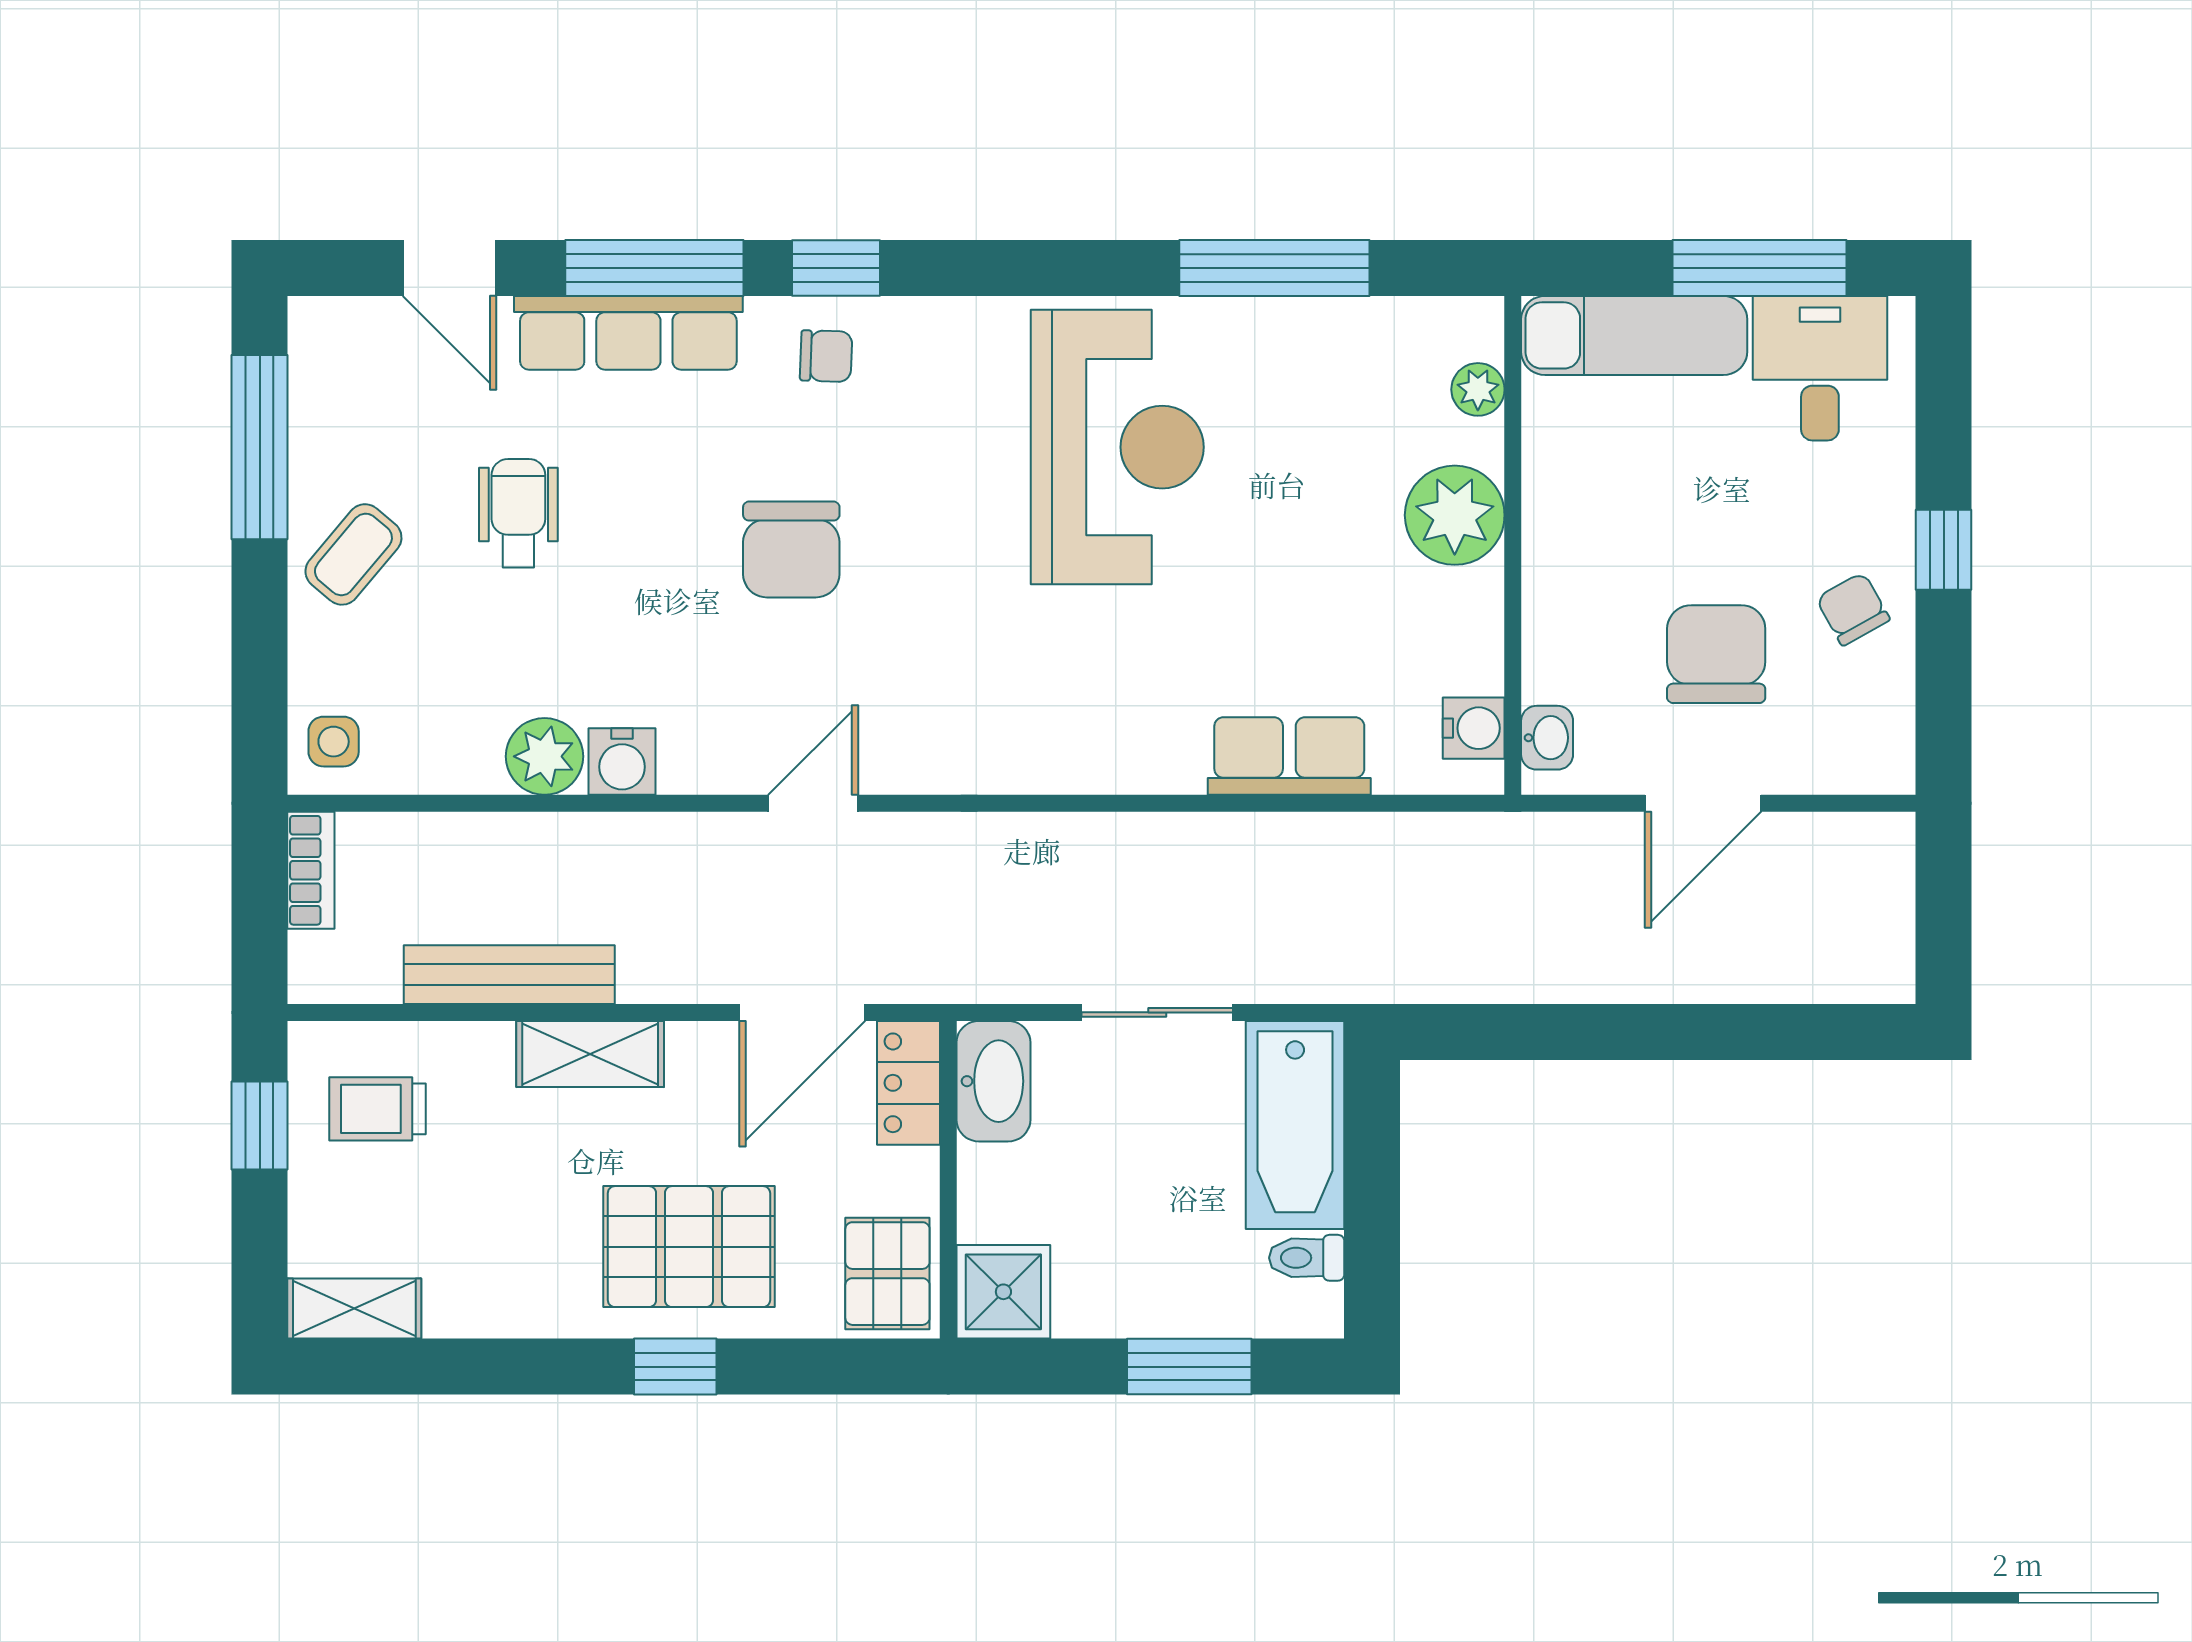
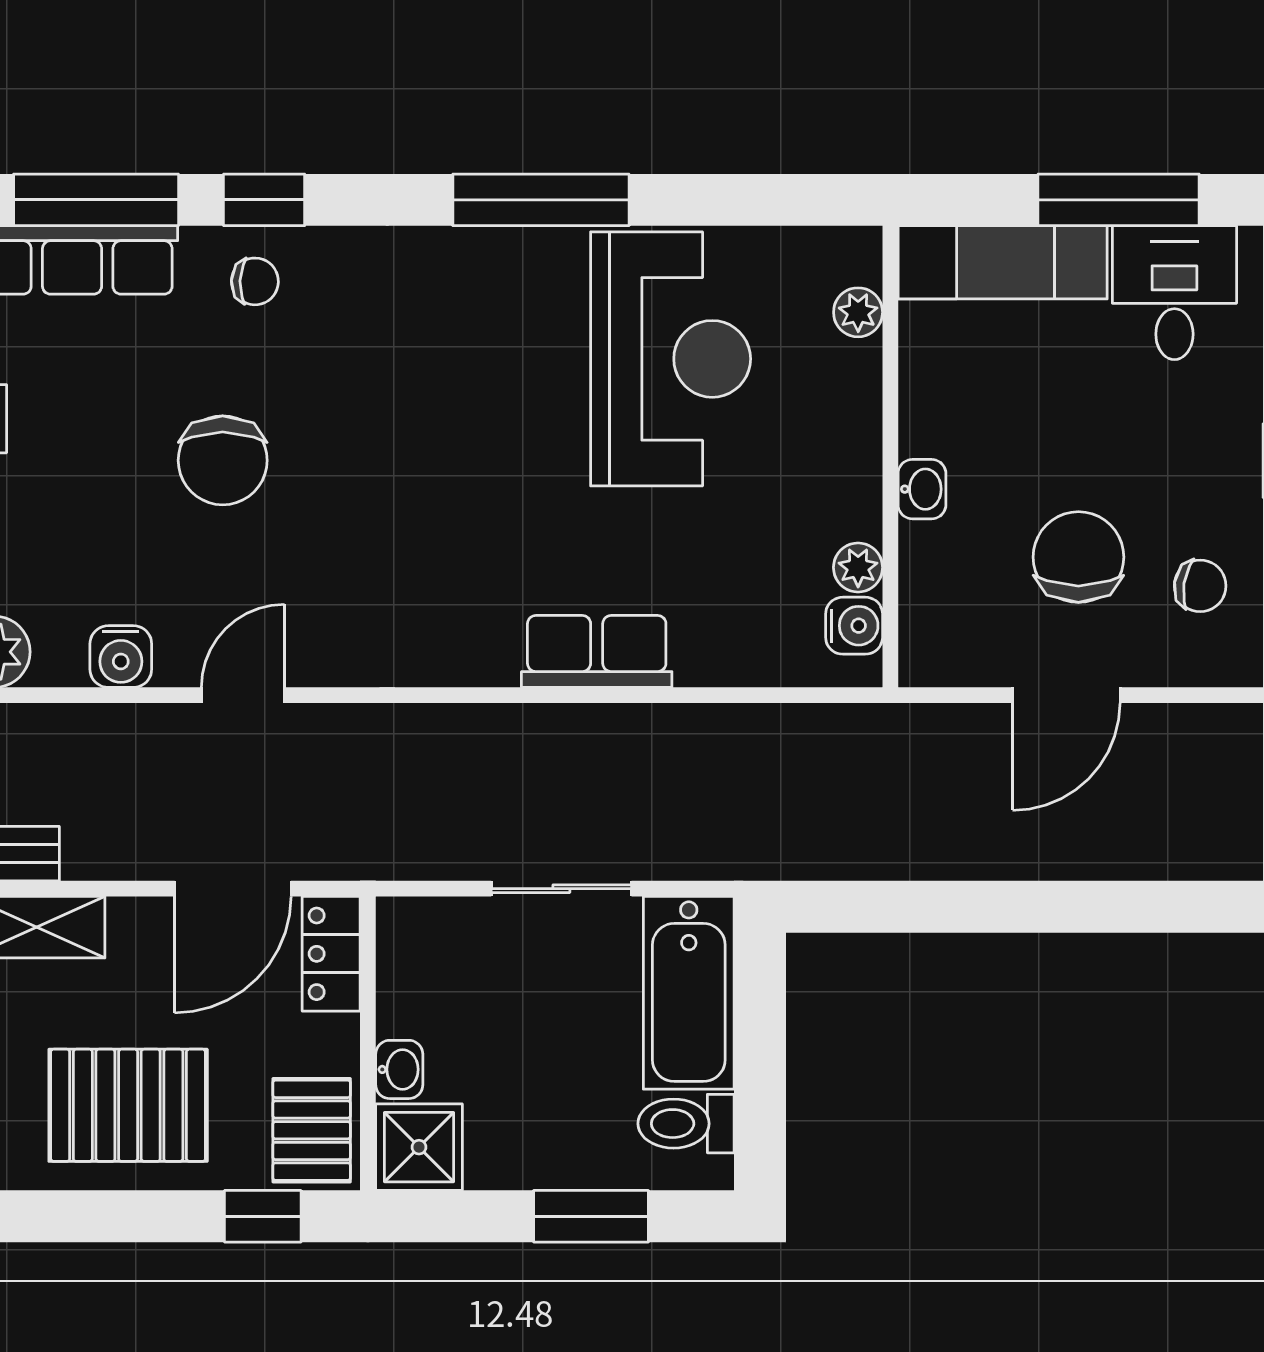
window: (1274, 268) -> (541, 200), moved
reception desk: (1117, 447) -> (671, 359), moved
plant: (1455, 515) -> (858, 567), moved, width x0.53, depth x0.53
chair: (1853, 609) -> (1200, 586), moved, turned 128
washbasin: (1547, 738) -> (922, 489), moved
row of seats: (1289, 756) -> (597, 651), moved
water cooler: (622, 762) -> (121, 657), moved
washbasin: (993, 1081) -> (399, 1069), moved, width x0.52, depth x0.69
toilet: (1307, 1258) -> (686, 1124), width x1.37, depth x1.39
window: (675, 1367) -> (263, 1216), moved

